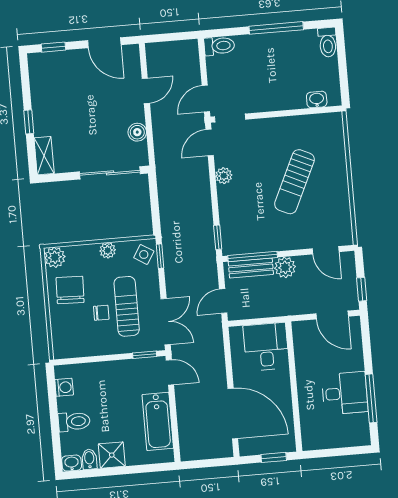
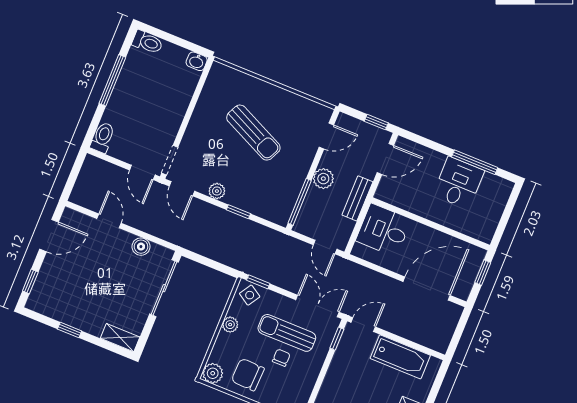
washbasin: (317, 100) -> (197, 61), moved, turned -90
window: (29, 122) -> (70, 330), moved
window: (218, 237) -> (238, 212), moved
bench: (251, 268) -> (357, 198), moved

